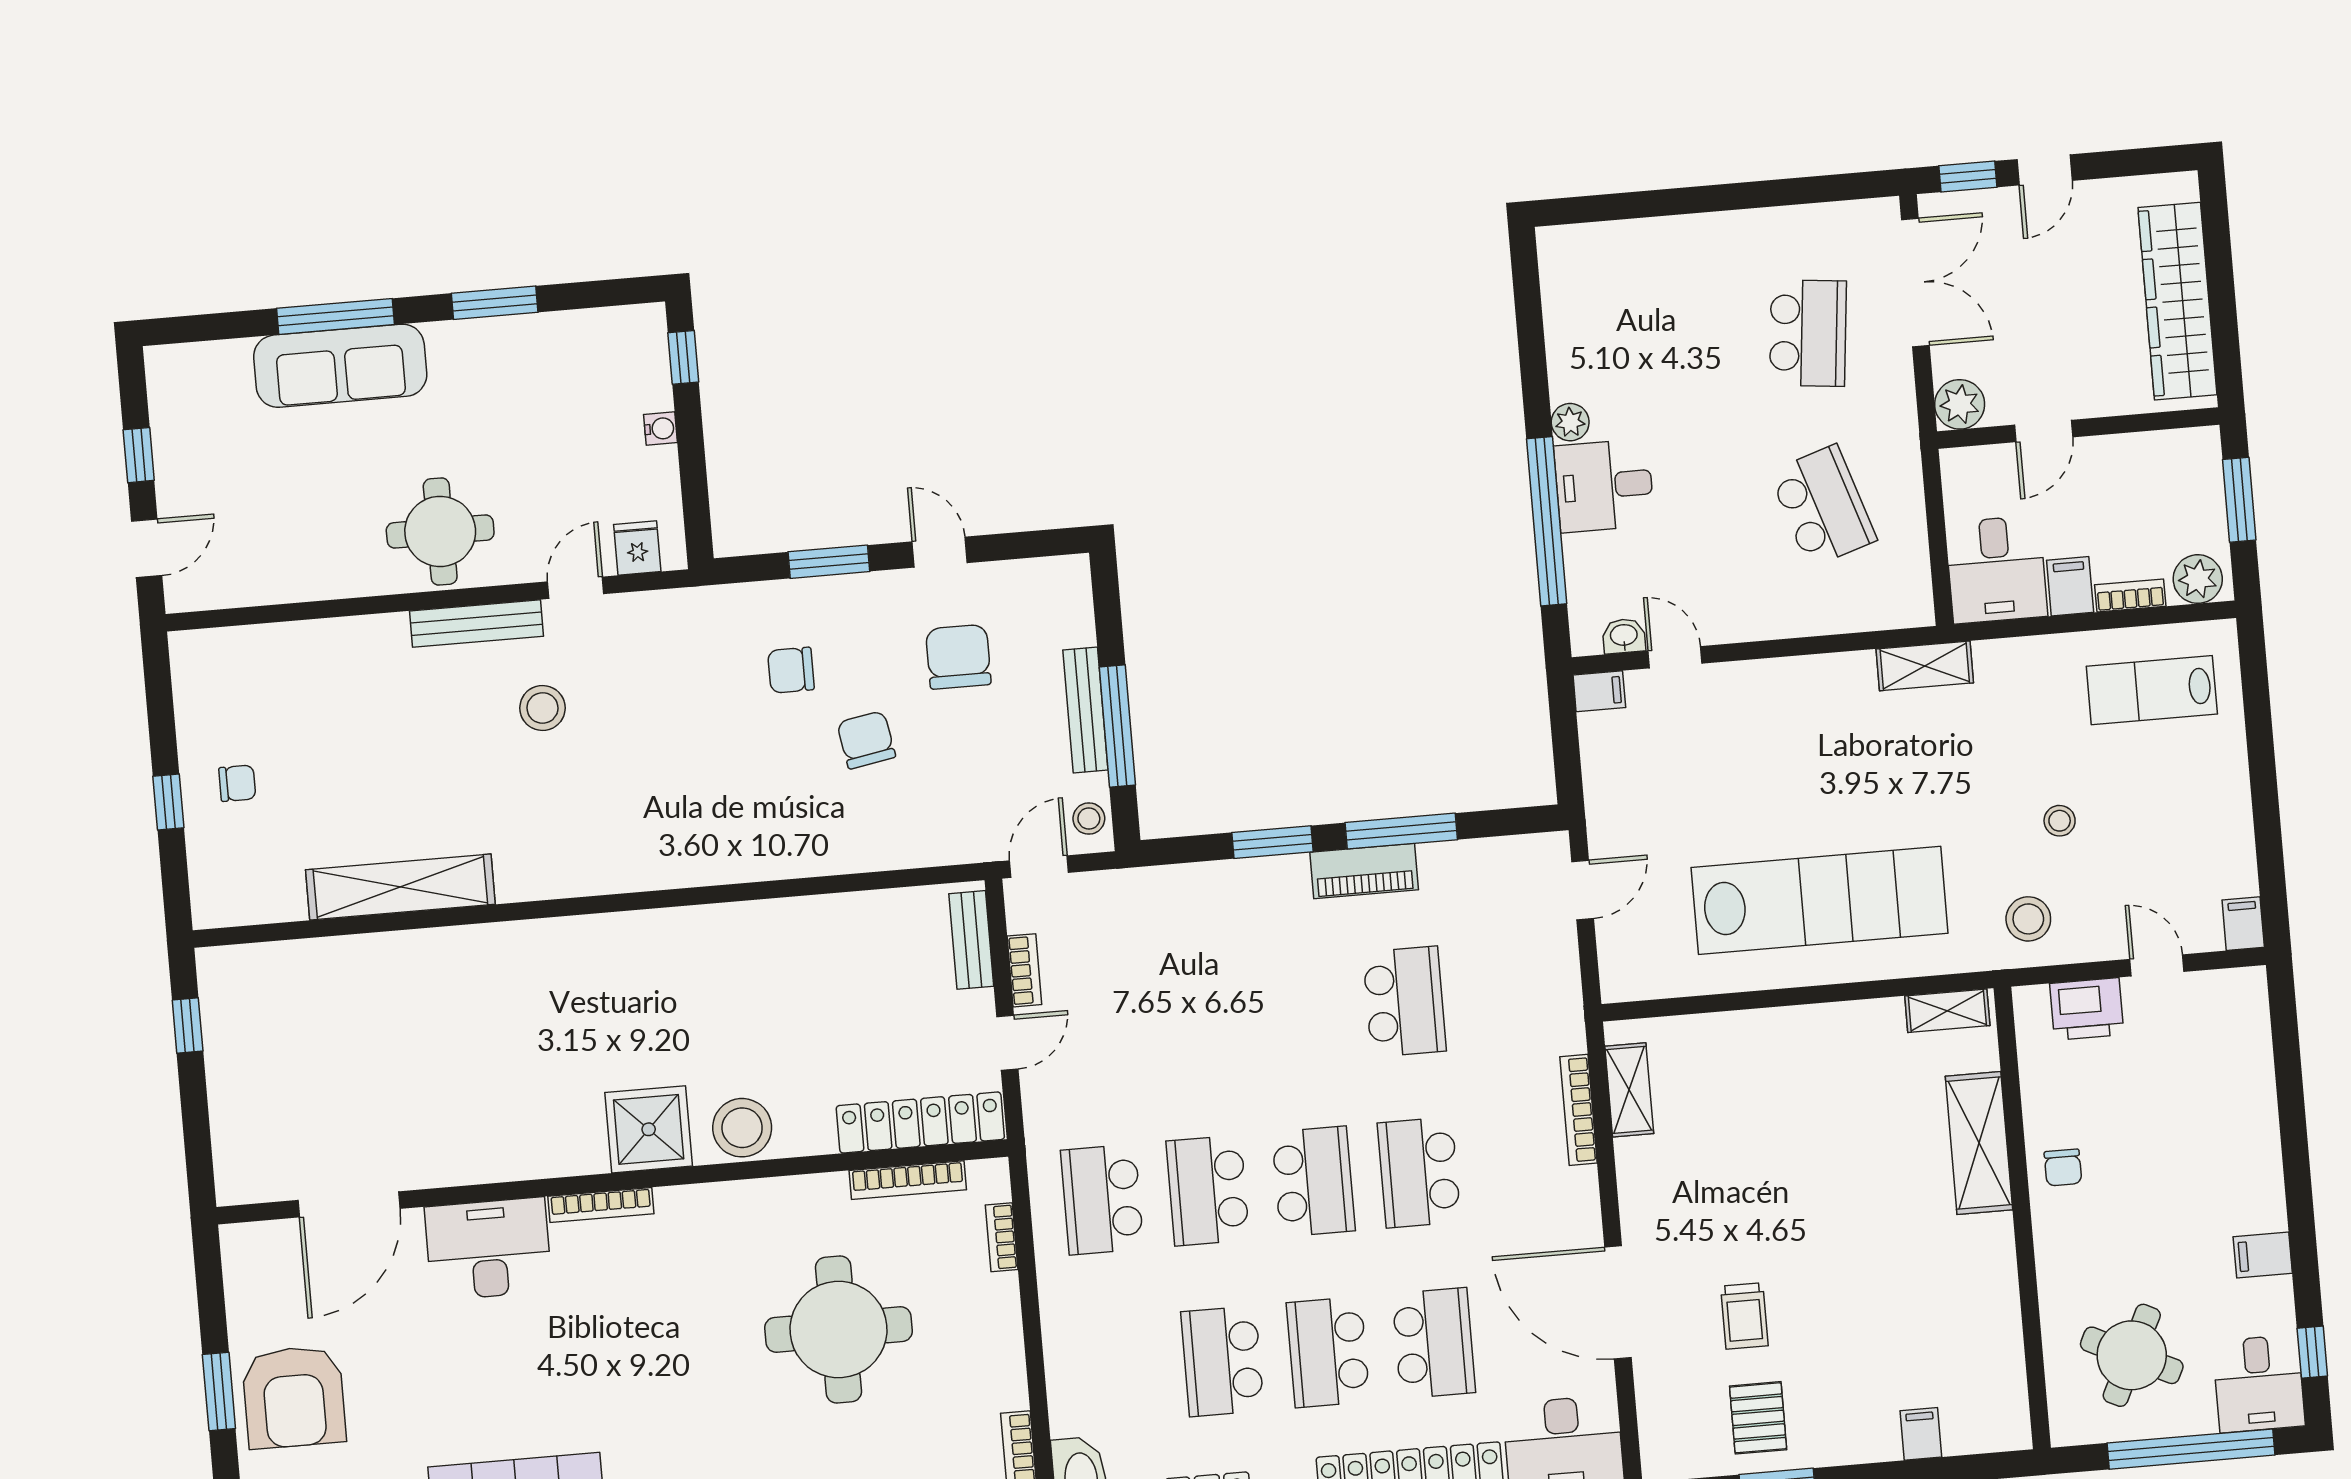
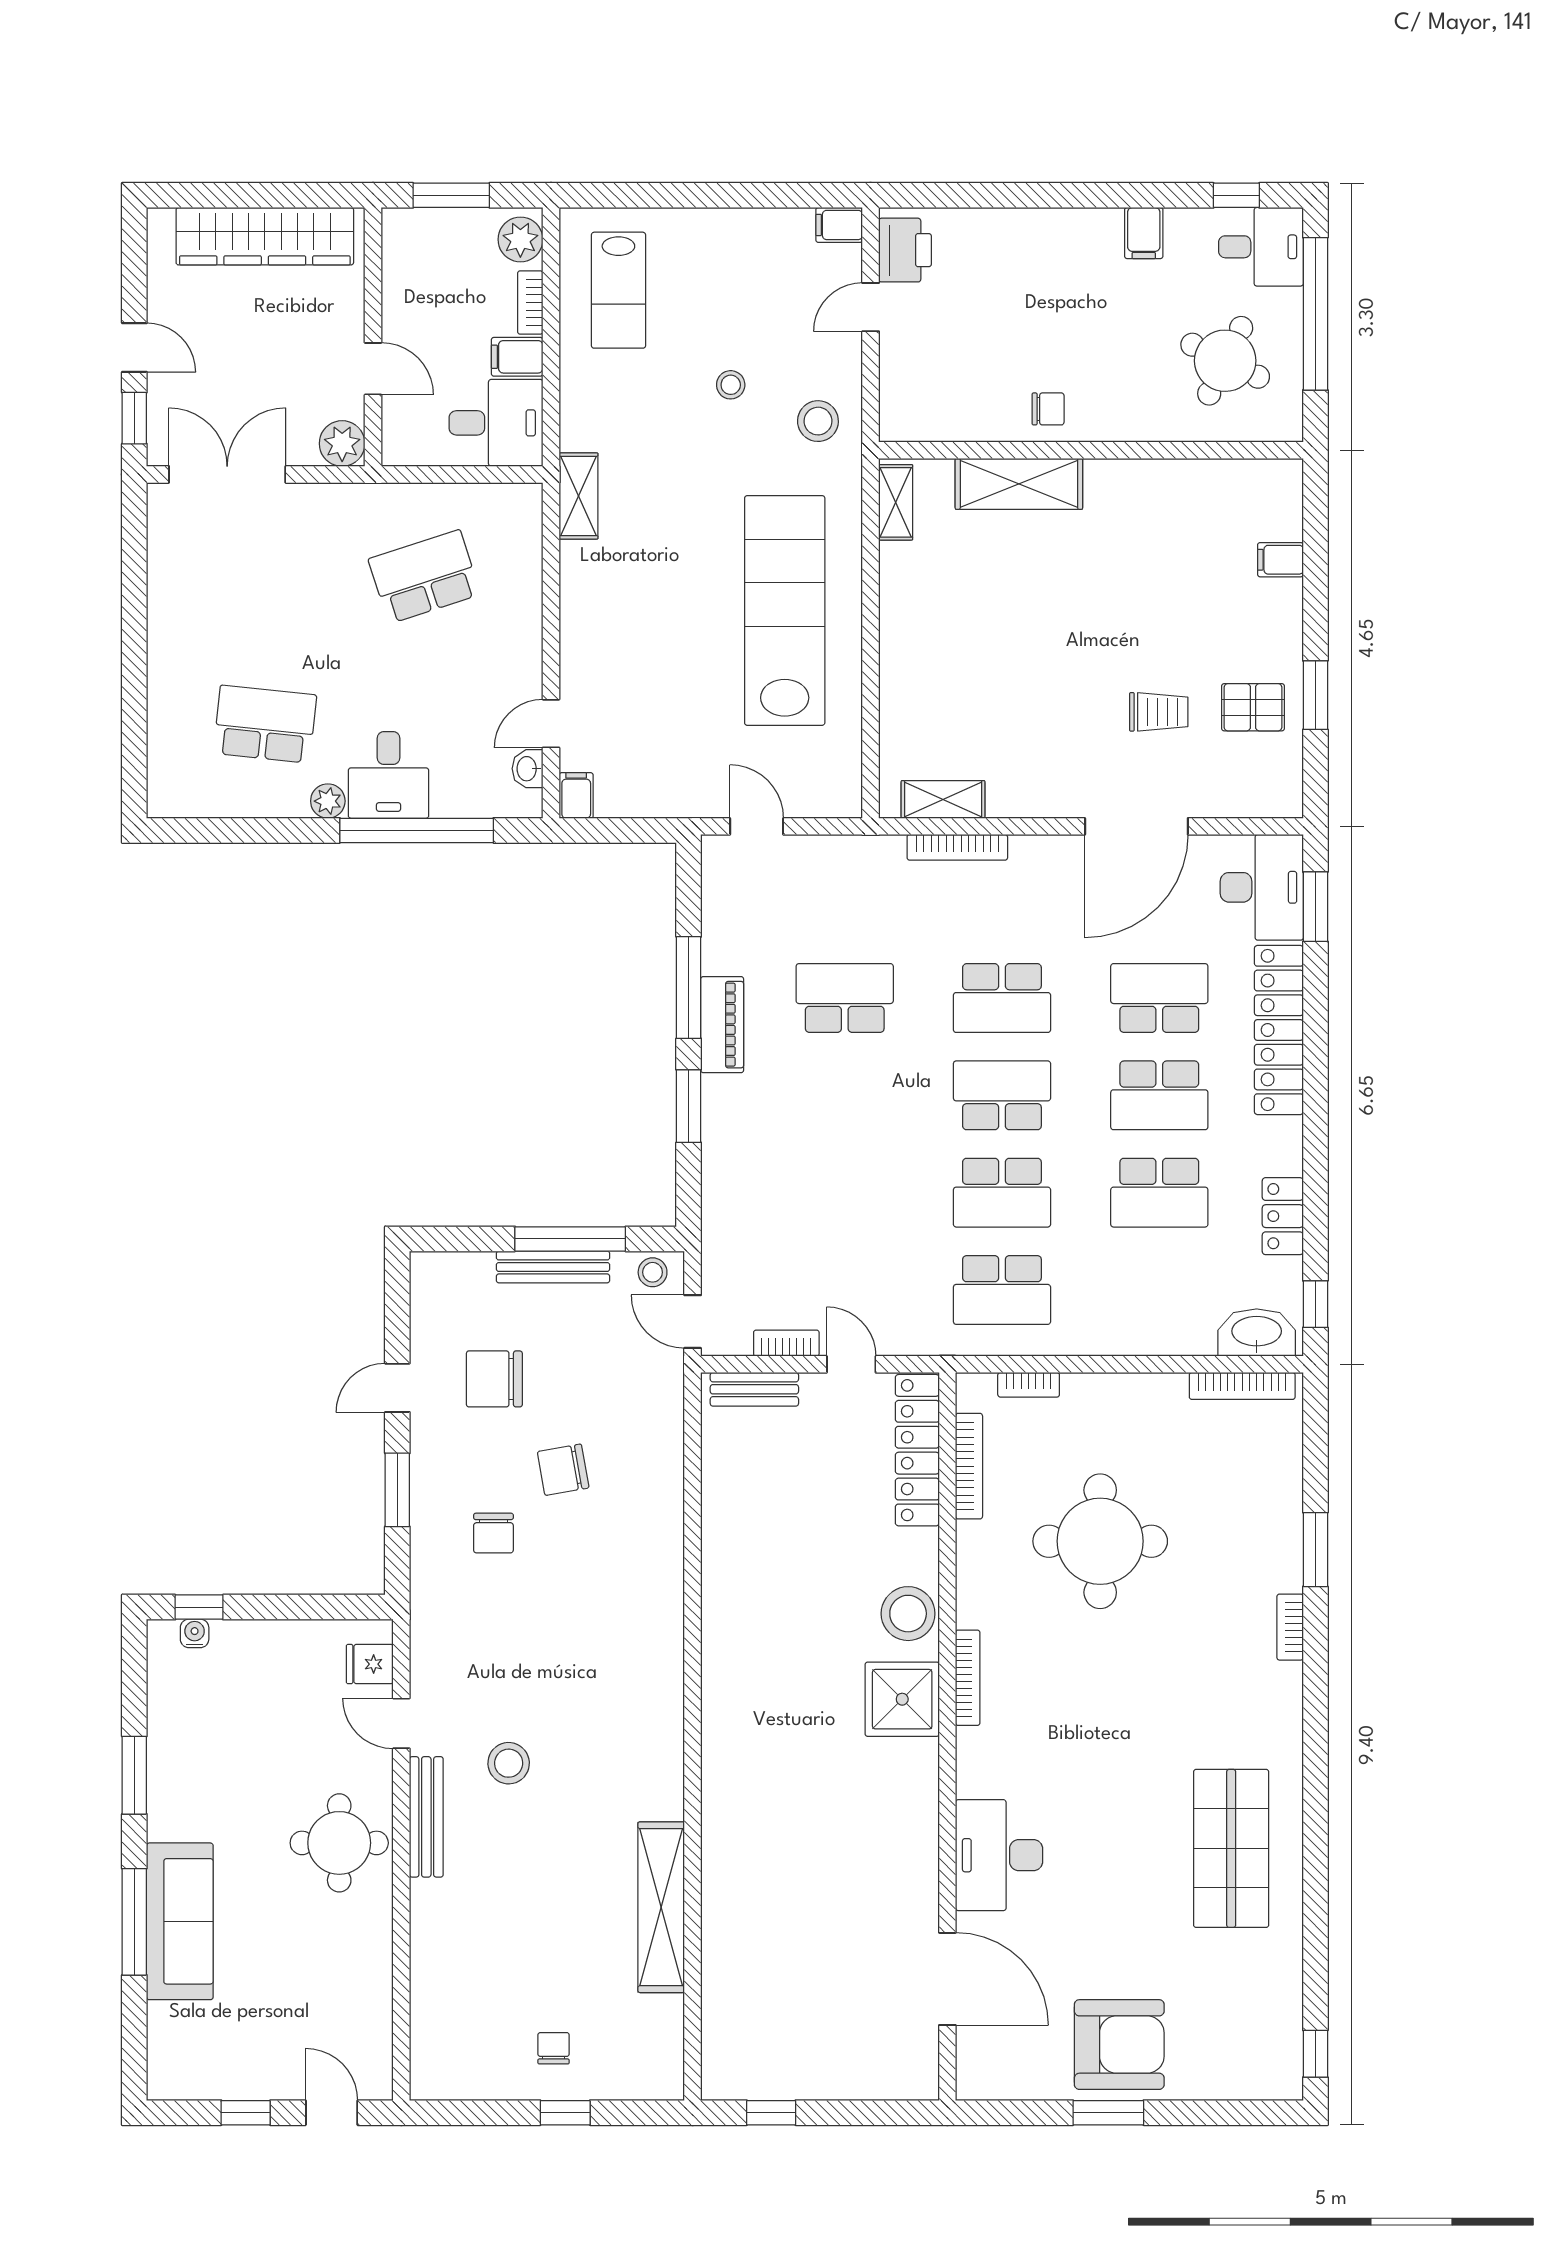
school desk: (1808, 333) -> (265, 724), moved
water cooler: (660, 429) -> (195, 1633), moved
printer: (2087, 1009) -> (905, 250), moved
bookcase: (601, 1205) -> (968, 1678), moved

